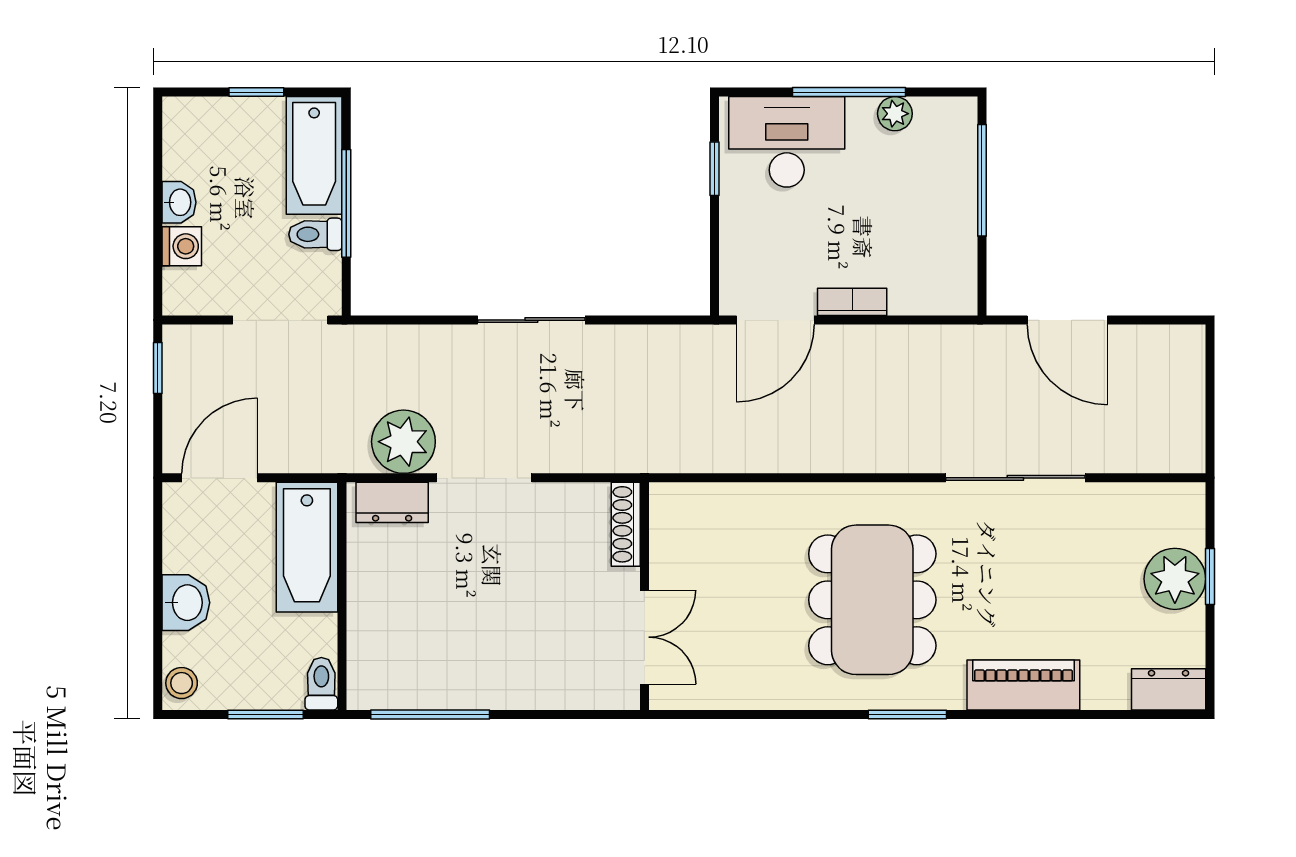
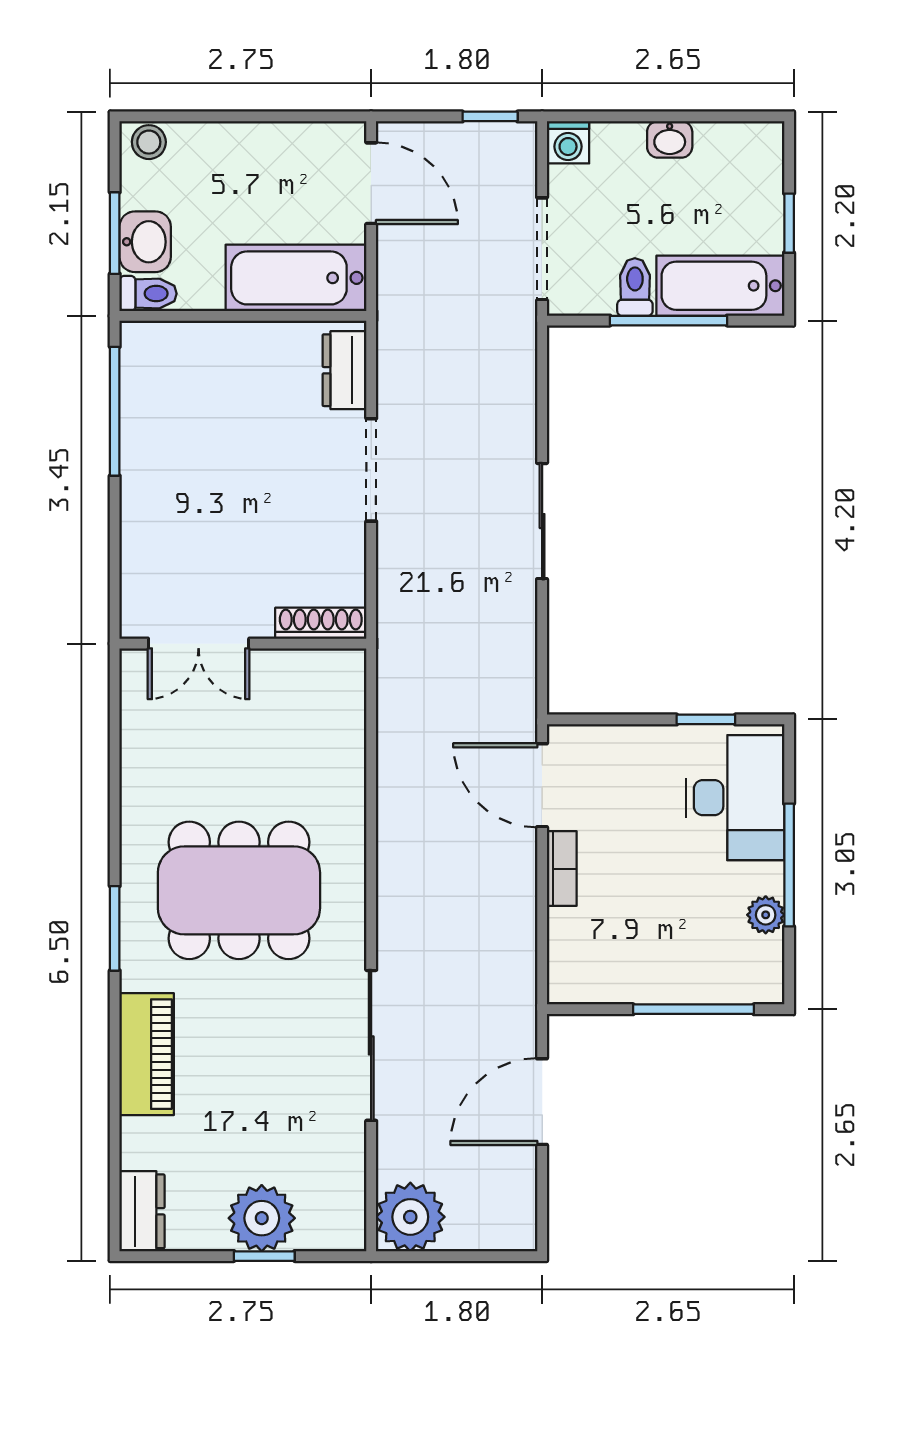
washing machine: (182, 246) -> (568, 142), moved
plant: (403, 442) -> (410, 1217), moved
washbasin: (186, 603) -> (145, 242), moved, turned -90

